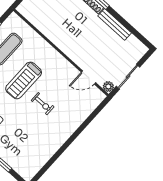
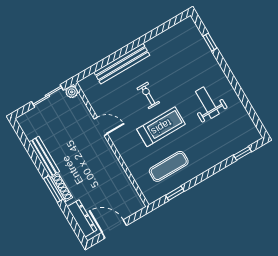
door: (88, 77) -> (101, 126), moved
bench: (73, 124) -> (122, 64), added

